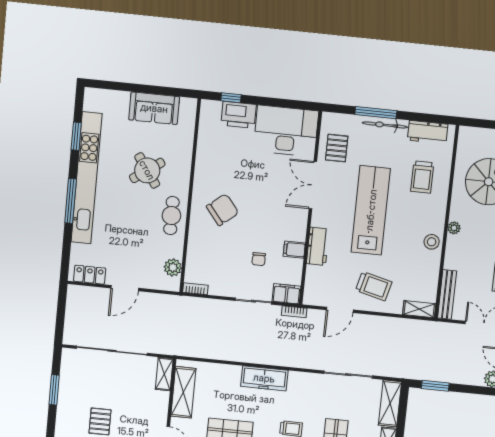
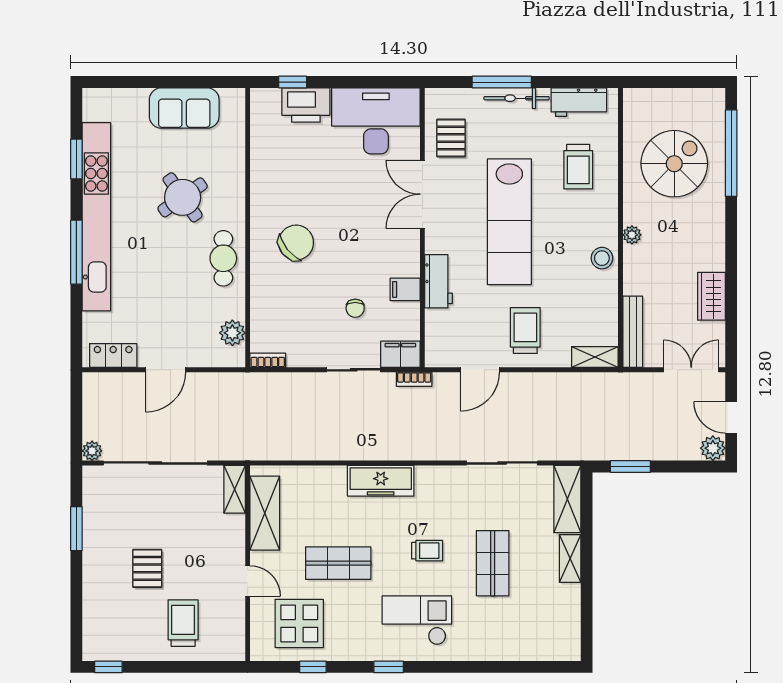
lab bench: (371, 210) -> (509, 222), turned 180
trolley: (374, 286) -> (525, 330), turned -104
plant: (69, 338) -> (92, 451), added

